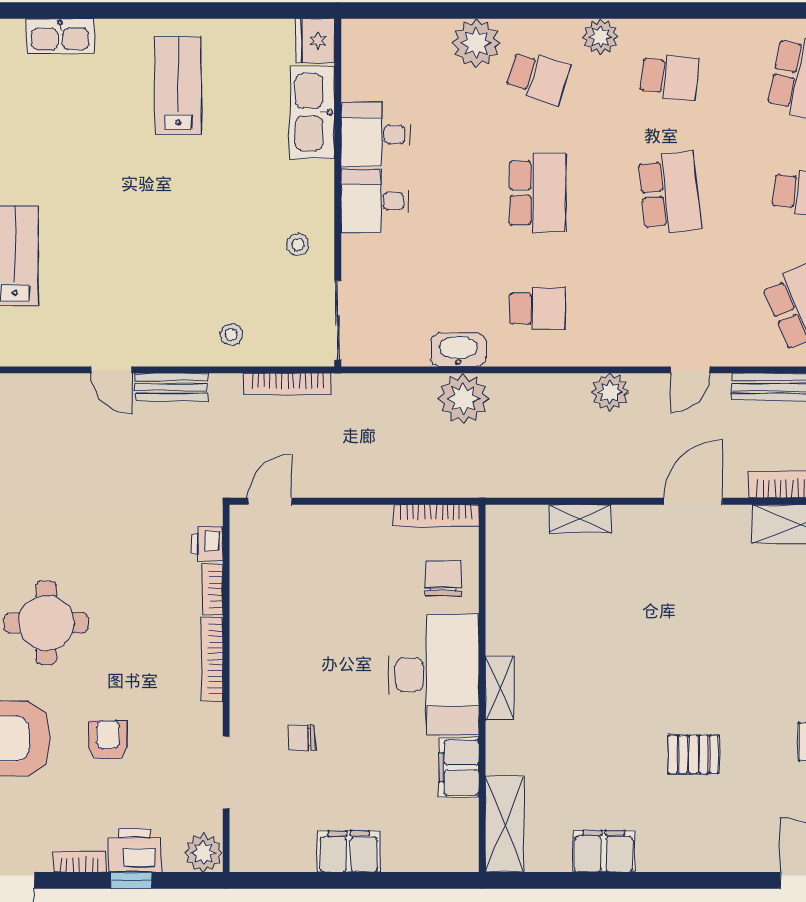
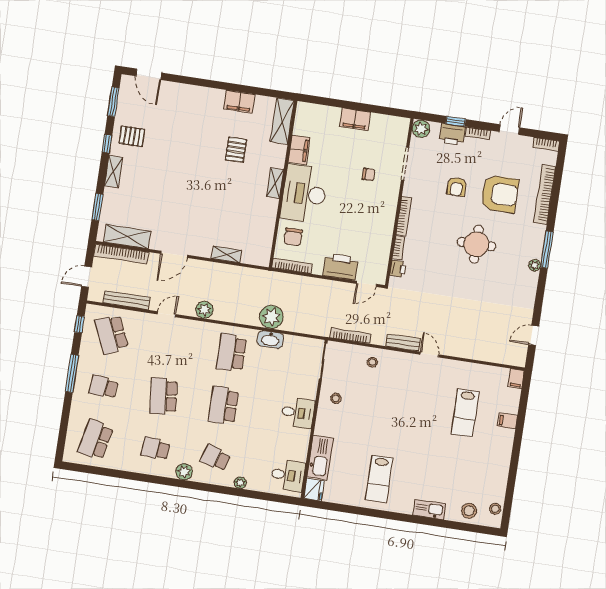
plant: (476, 43) -> (240, 483), width x0.53, depth x0.53
desk: (376, 135) -> (288, 475), moved
school desk: (538, 308) -> (231, 353), width x1.85
printer: (331, 530) -> (341, 267), added
pallet: (693, 754) -> (236, 150), moved, turned 90

